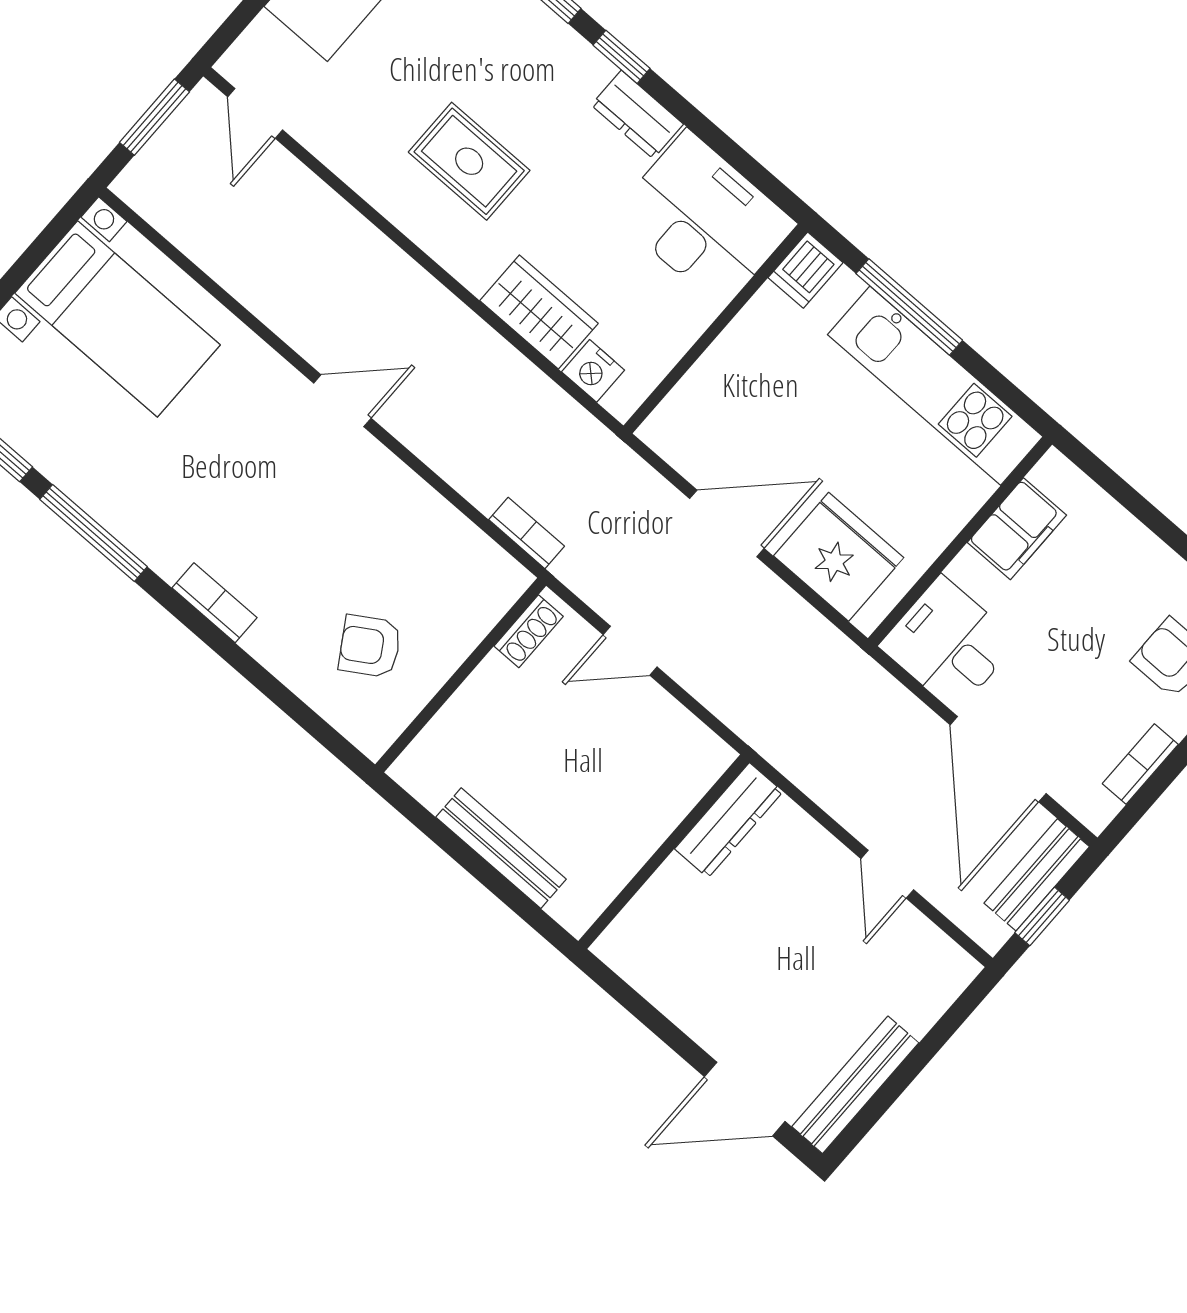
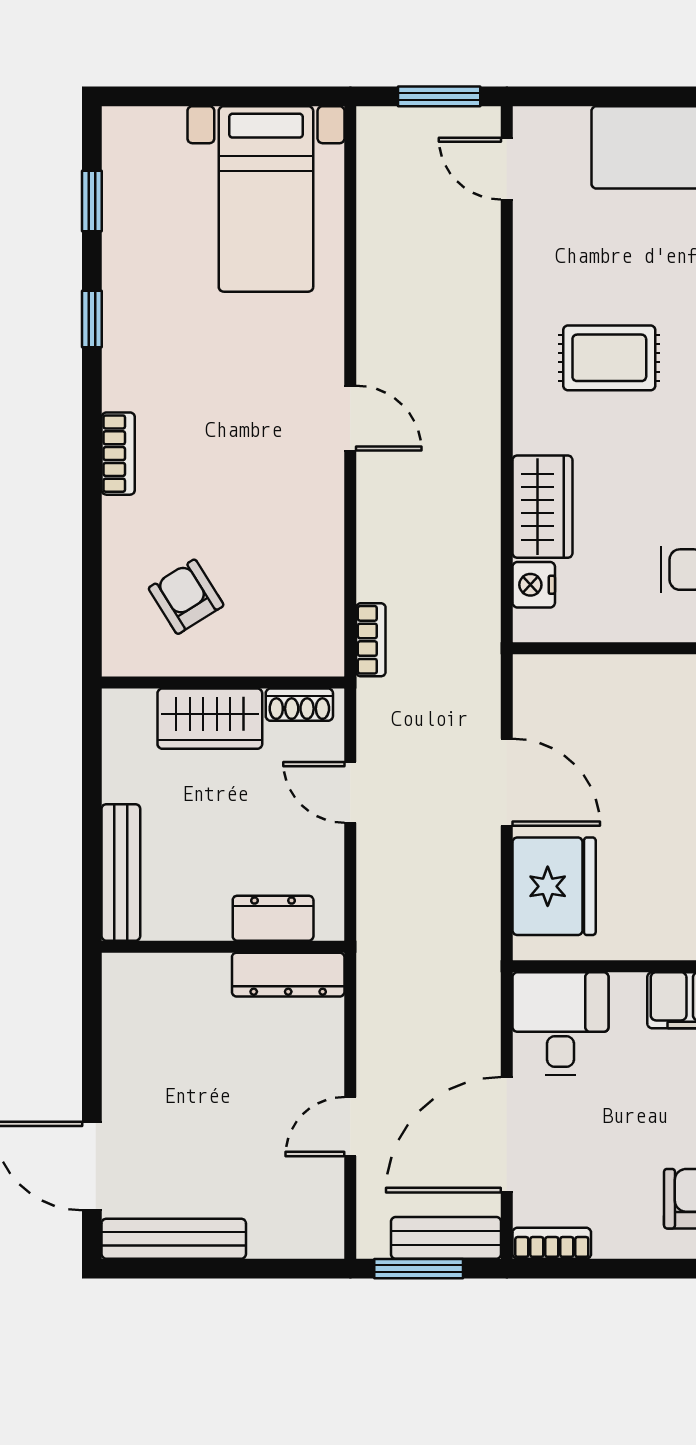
door: (255, 113) -> (507, 169), hinge flipped
rug: (469, 161) -> (609, 358), turned 90
window: (94, 533) -> (92, 319), width x0.46
wardrobe: (480, 709) -> (210, 719), added
bookcase: (1140, 764) -> (552, 1243), moved
dresser: (675, 794) -> (273, 918), added
bench: (501, 848) -> (121, 872), moved
window: (1042, 917) -> (419, 1269), width x1.50

